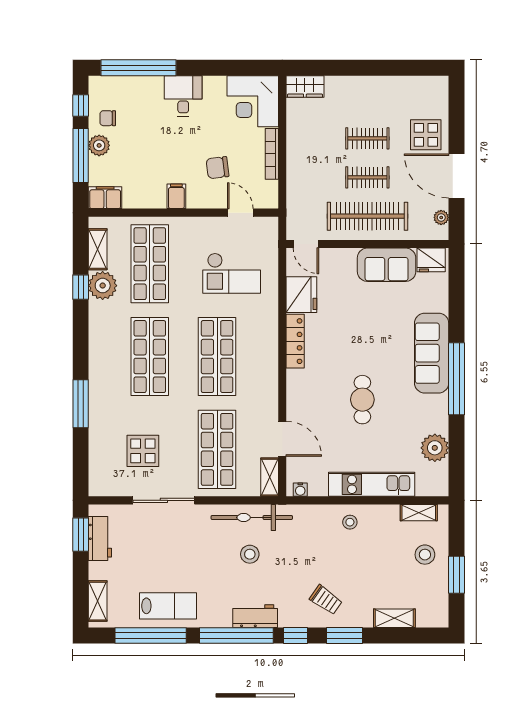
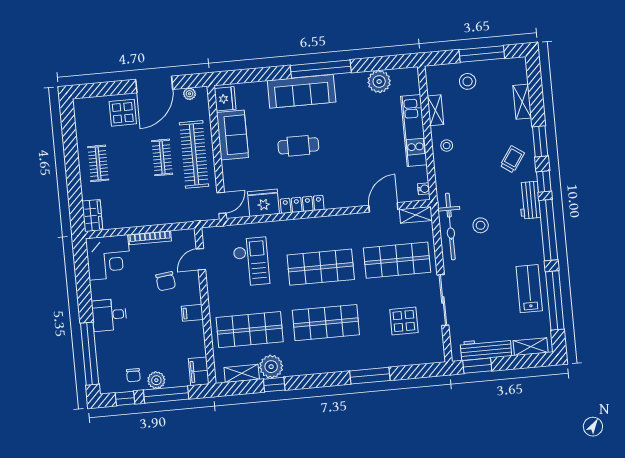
clothes rail: (367, 138) -> (98, 163), moved
cafe table: (362, 400) -> (298, 146), moved
shelving: (419, 513) -> (435, 110), moved
workbench: (100, 538) -> (486, 349), width x1.38
window: (456, 575) -> (482, 54), width x1.44
workbench: (255, 616) -> (530, 200), moved

